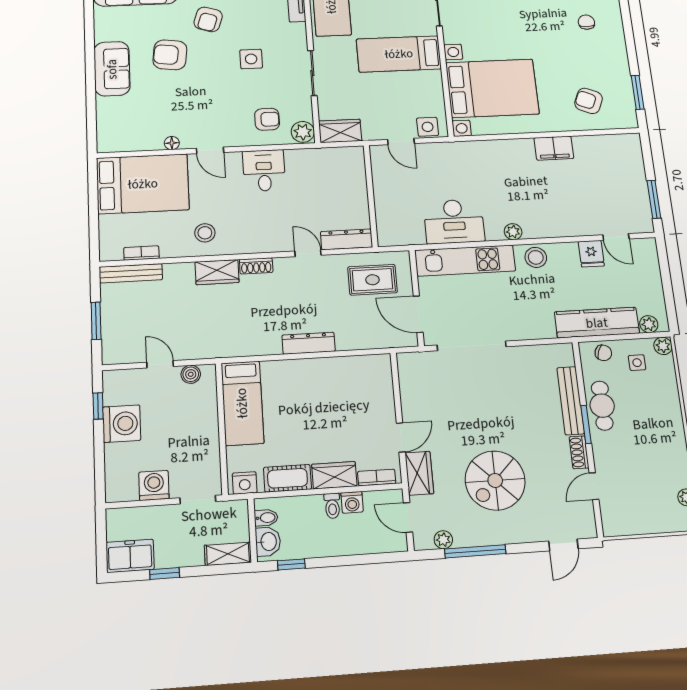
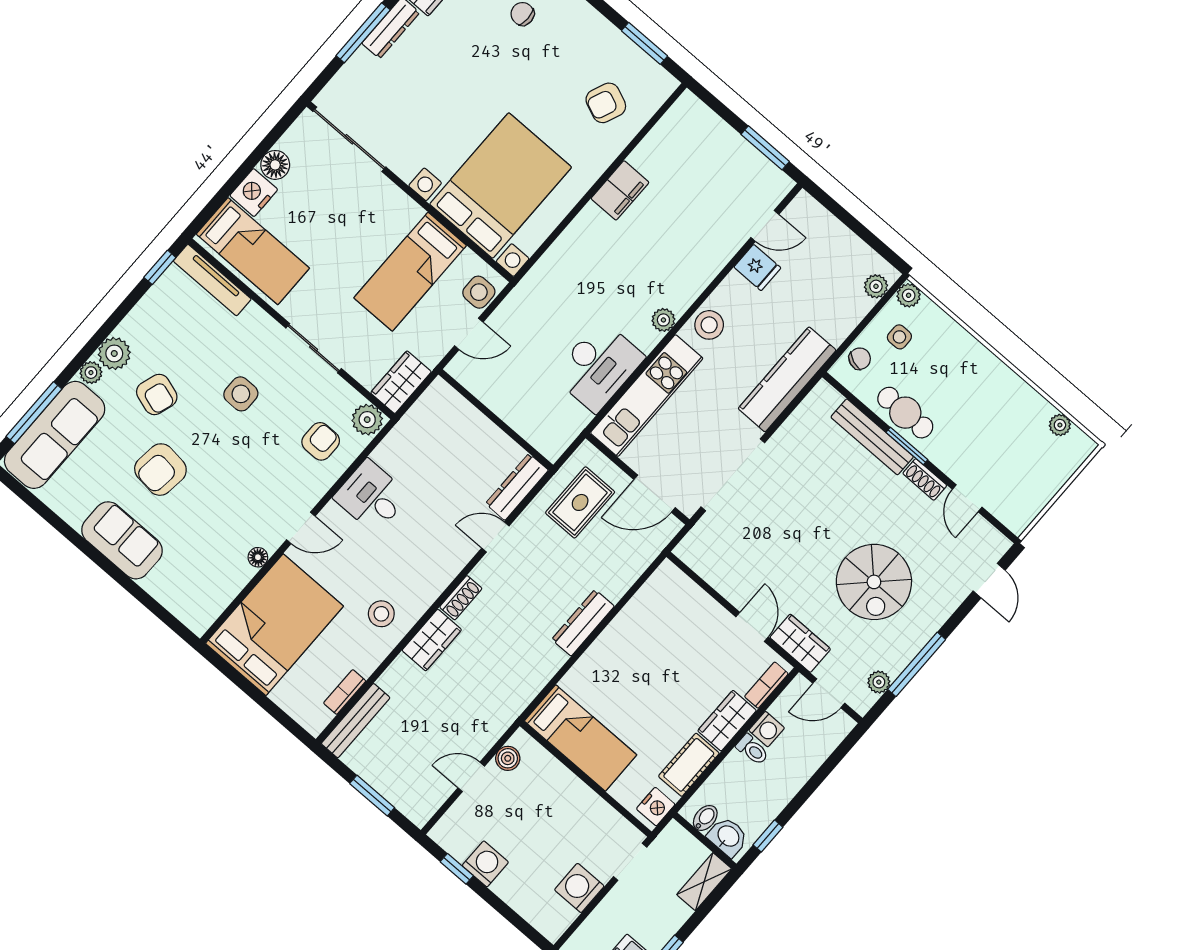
bed: (399, 54) -> (410, 272), moved
kitchen counter: (597, 323) -> (787, 379), moved
washing machine: (122, 424) -> (485, 864), width x0.73, depth x0.73

